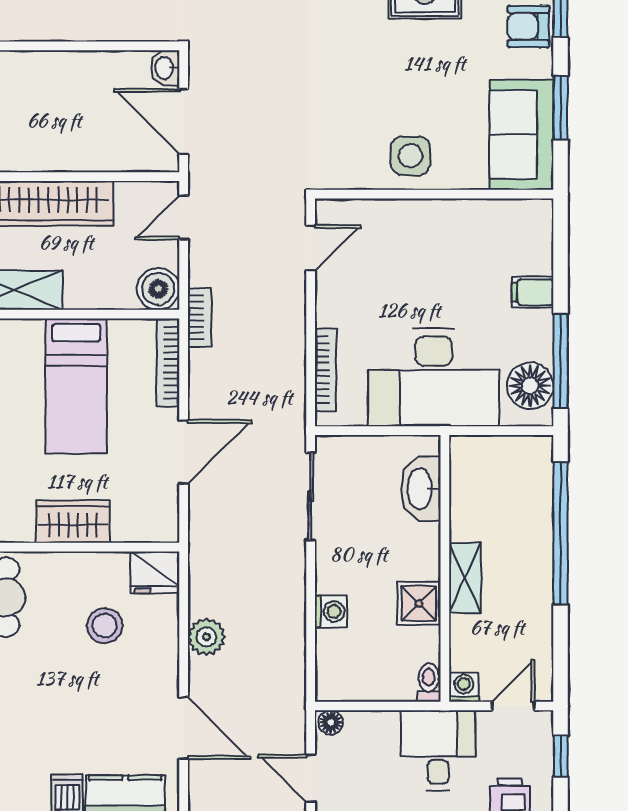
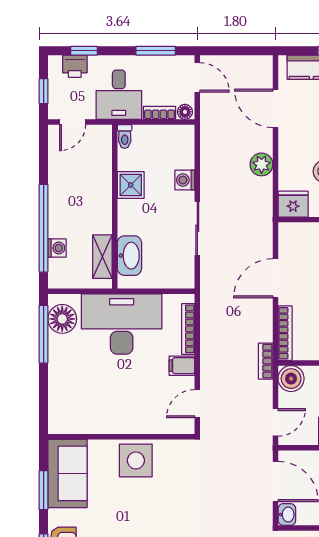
side table: (410, 156) -> (136, 460), width x1.37, depth x1.37
filing cabinet: (533, 292) -> (182, 366), moved, turned 180
sliding door: (311, 497) -> (197, 228), moved
shelving: (465, 578) -> (102, 257), moved
washing machine: (464, 687) -> (57, 248), moved, turned -90
bookcase: (372, 721) -> (160, 113), added

